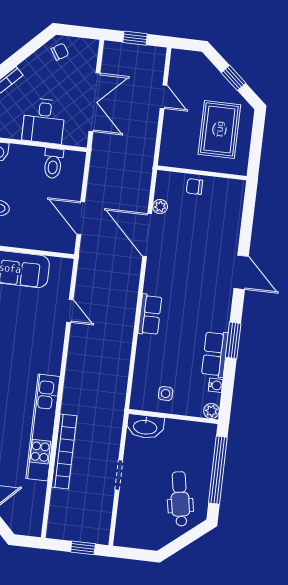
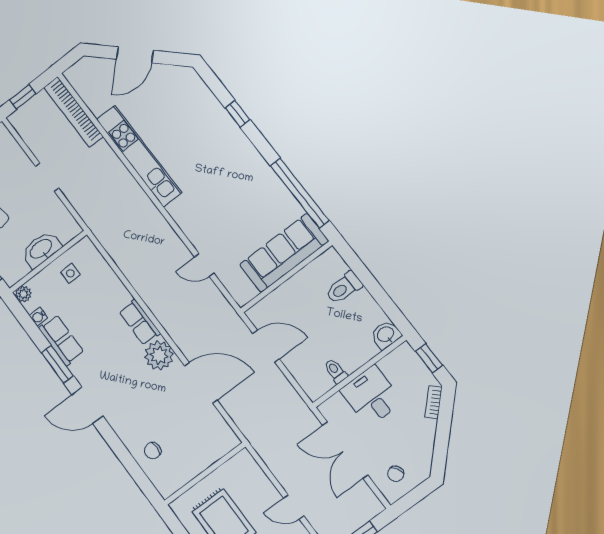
chair: (60, 52) -> (396, 474), moved
toilet: (53, 163) -> (336, 371), width x0.73, depth x0.72
chair: (194, 187) -> (153, 451), moved, turned 180
plant: (160, 207) -> (159, 355), moved, width x1.88, depth x1.88
door: (241, 272) -> (87, 405), moved
washbasin: (145, 427) -> (41, 249), moved
bookcase: (64, 451) -> (74, 112), moved

